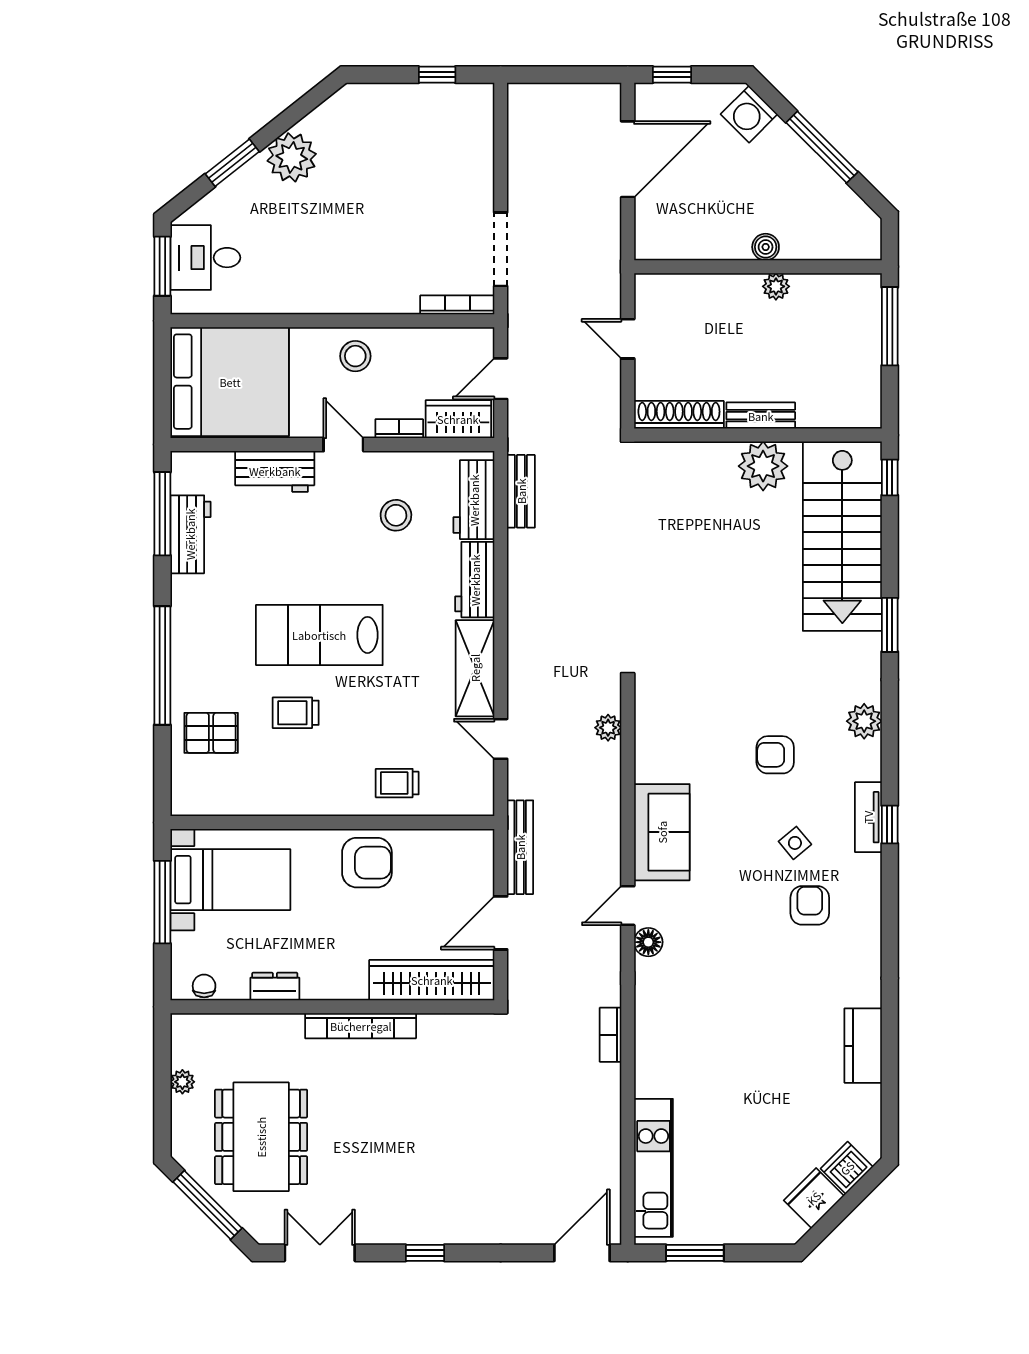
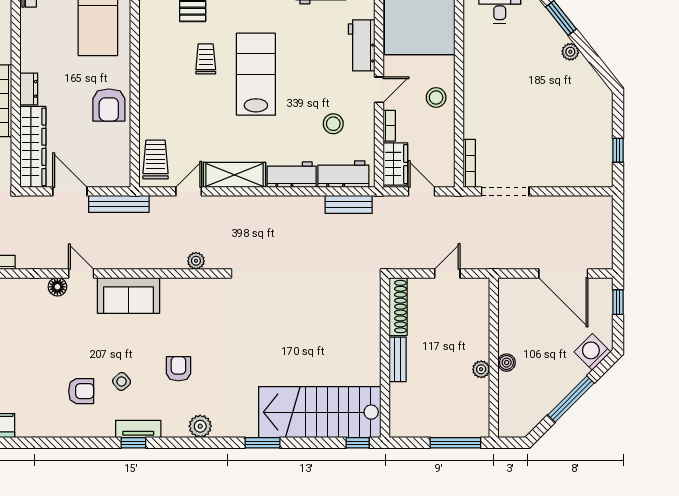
plant: (292, 157) -> (570, 52), width x0.53, depth x0.53
plant: (763, 466) -> (365, 361), removed
trolley: (397, 783) -> (155, 160), moved, width x1.36, depth x1.39
dresser: (275, 987) -> (29, 89), moved

